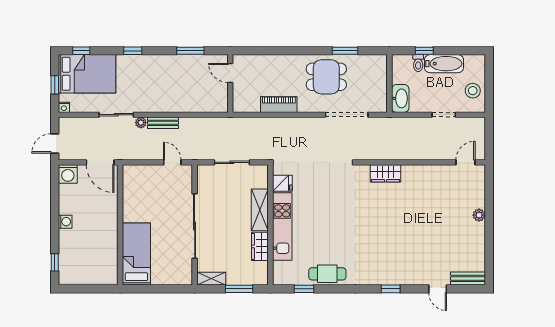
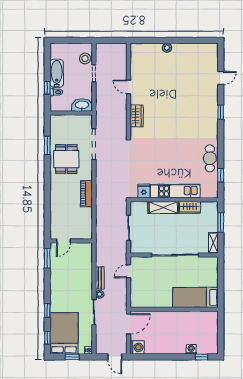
window: (133, 51) -> (47, 311), moved
door: (230, 73) -> (63, 241), moved
wall: (230, 83) -> (71, 241), moved
stool: (473, 91) -> (85, 58), moved
door: (465, 162) -> (129, 87), moved
washing machine: (65, 222) -> (191, 349), moved
bench: (468, 278) -> (213, 56), removed

